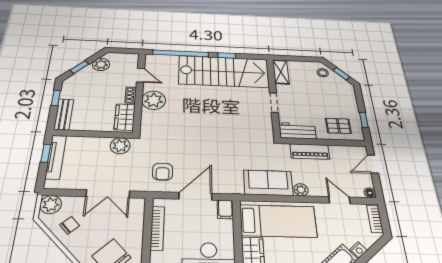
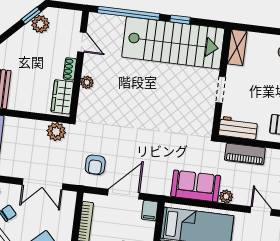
window: (79, 67) -> (31, 16), moved
plant: (154, 100) -> (87, 82), width x0.53, depth x0.53

